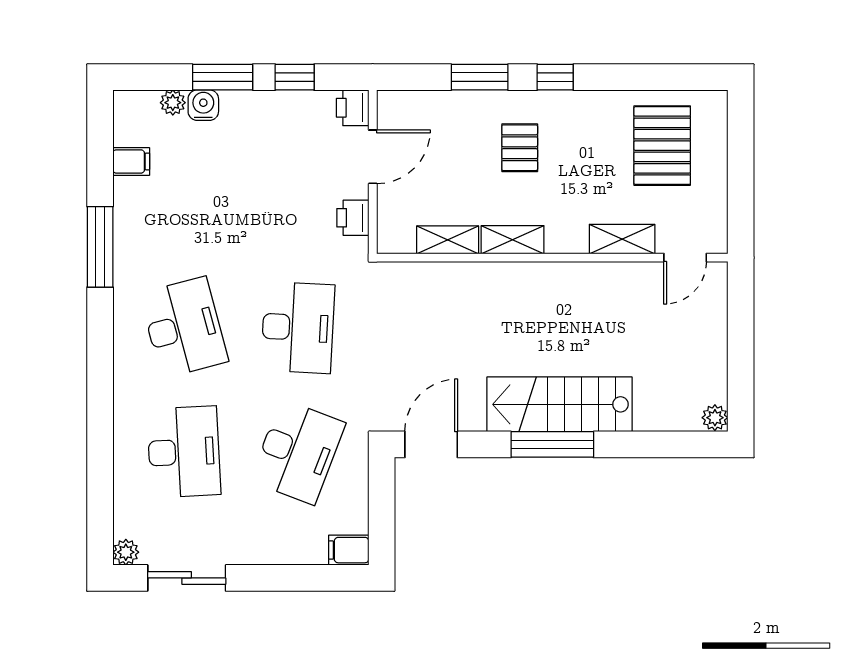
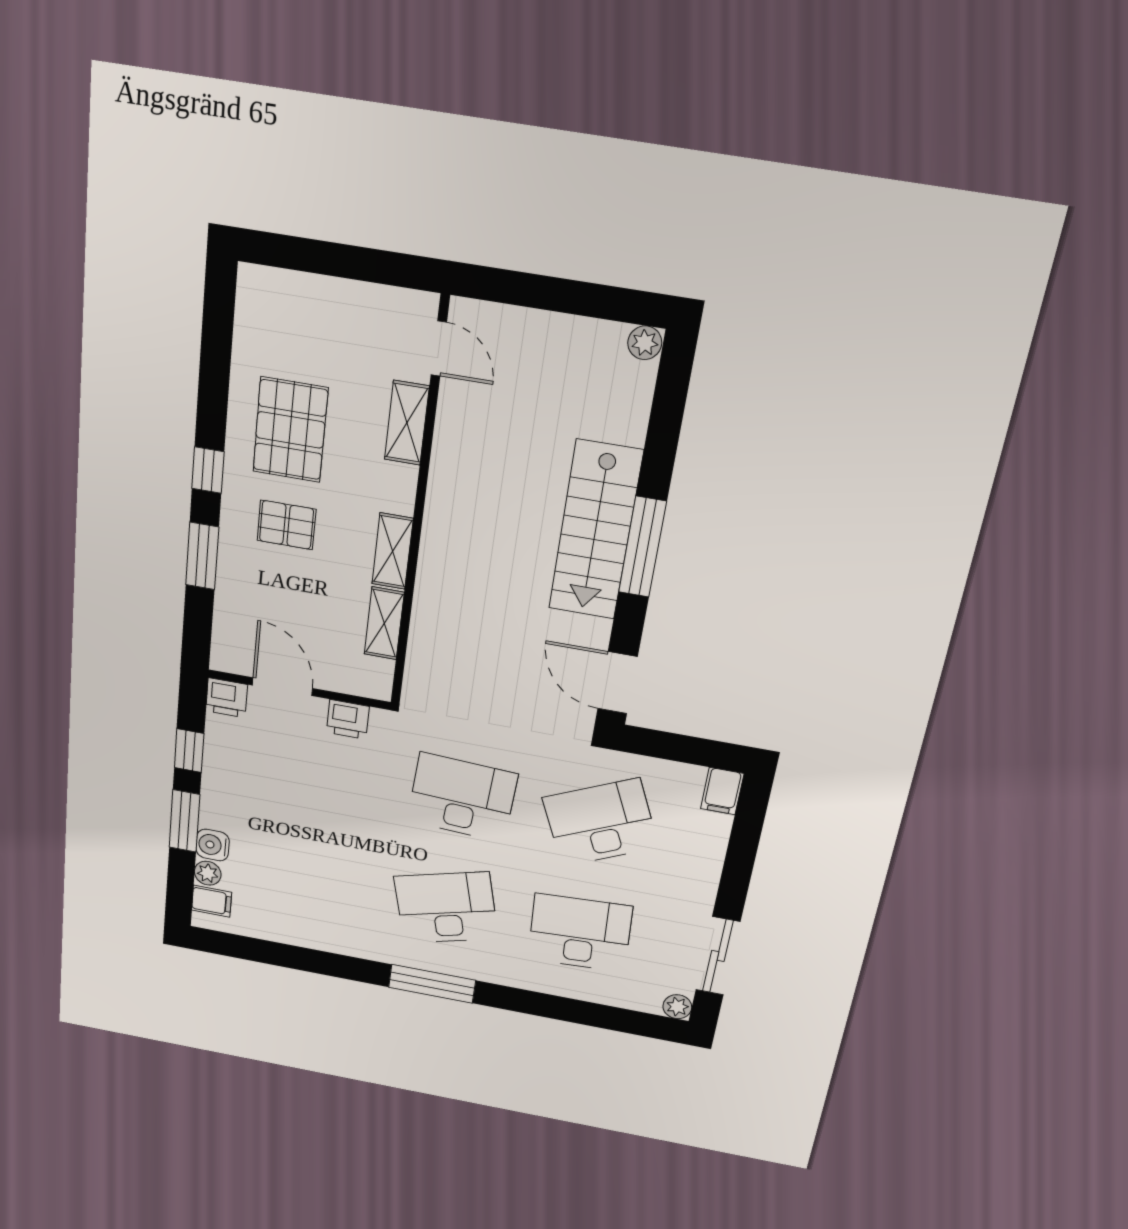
pallet: (662, 146) -> (290, 430), moved, turned 90
filing cabinet: (131, 161) -> (212, 901), moved, turned 90
window: (100, 247) -> (432, 984), moved
desk: (298, 452) -> (600, 822), turned -45

